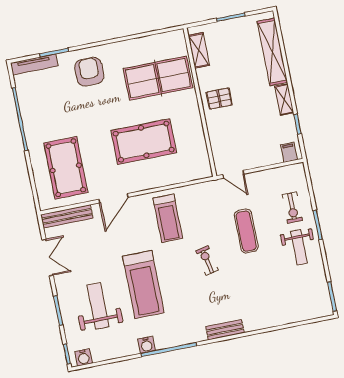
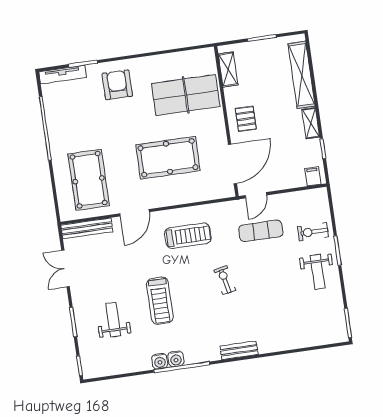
pallet: (219, 99) -> (246, 119), turned 90
door: (208, 144) -> (232, 164), added
door: (233, 174) -> (256, 195), hinge flipped
exercise bike: (292, 208) -> (313, 232), turned 90
treadmill: (168, 218) -> (188, 236), turned -90
exercise mat: (246, 231) -> (261, 231), moved, turned 90
double door: (48, 258) -> (66, 269), swing flipped
treadmill: (143, 284) -> (160, 301), width x0.73, depth x0.73
weight bench: (98, 306) -> (113, 320), width x0.73, depth x0.75
water cooler: (84, 357) -> (176, 359), moved

